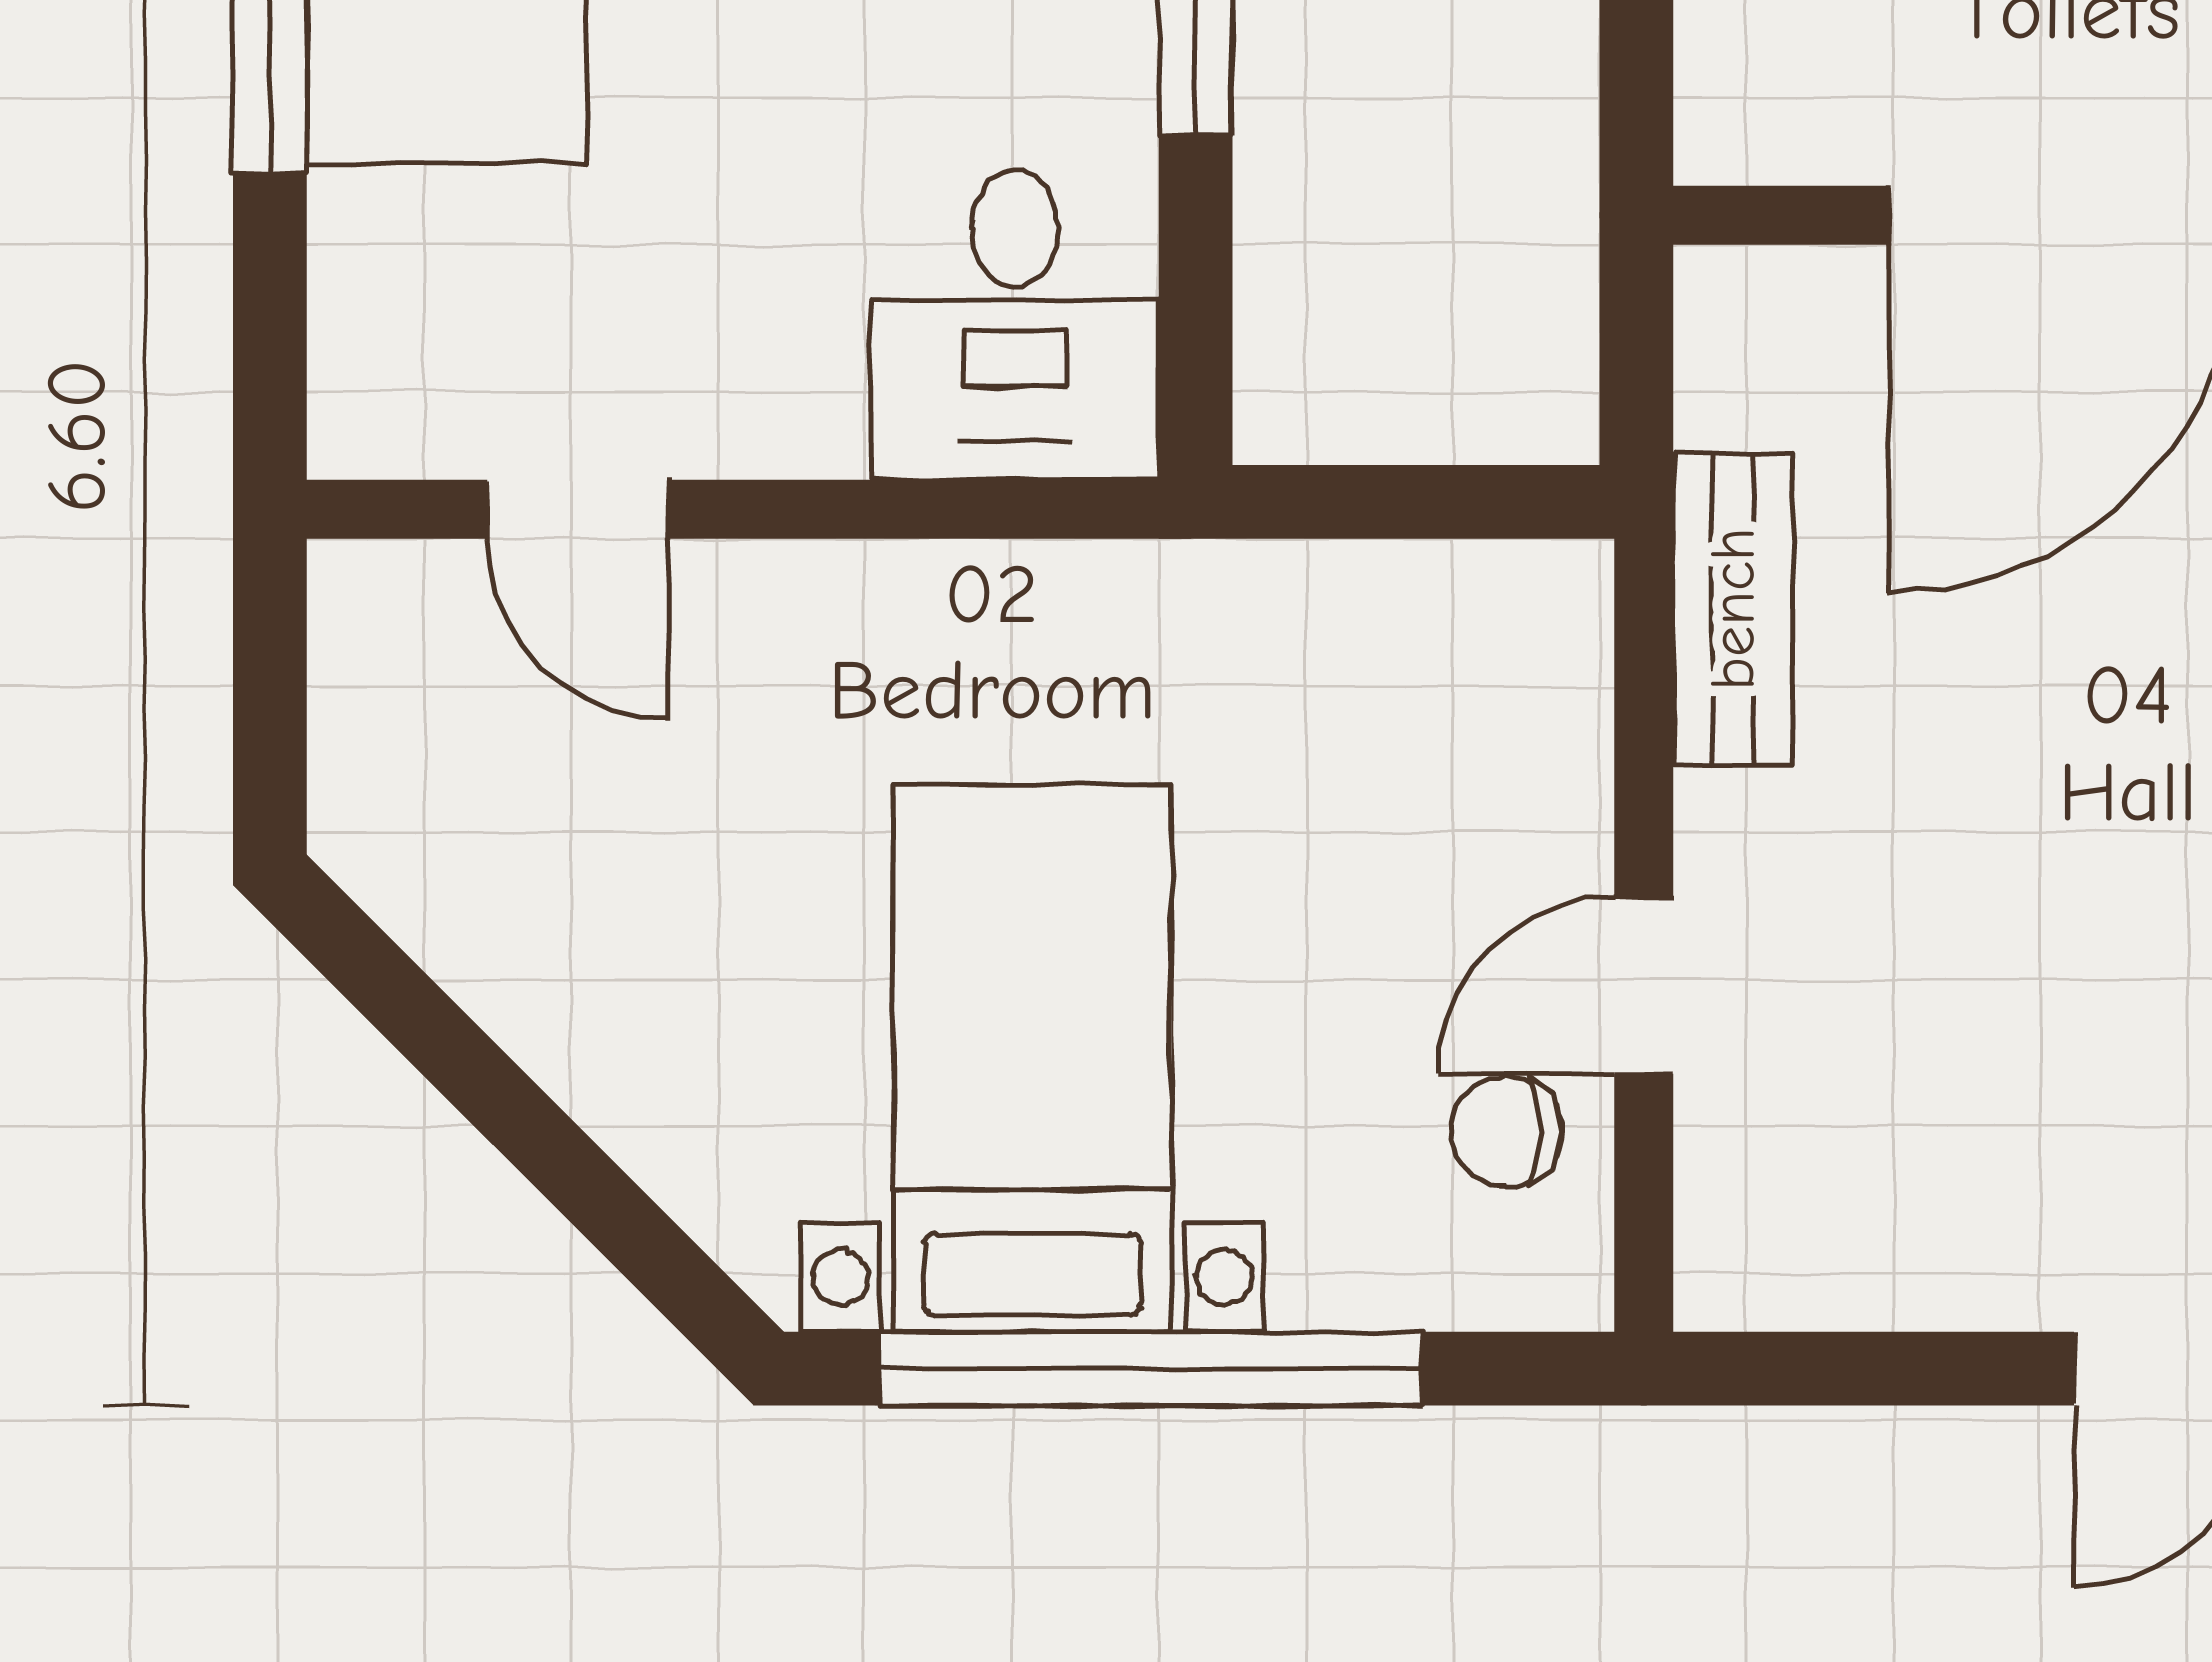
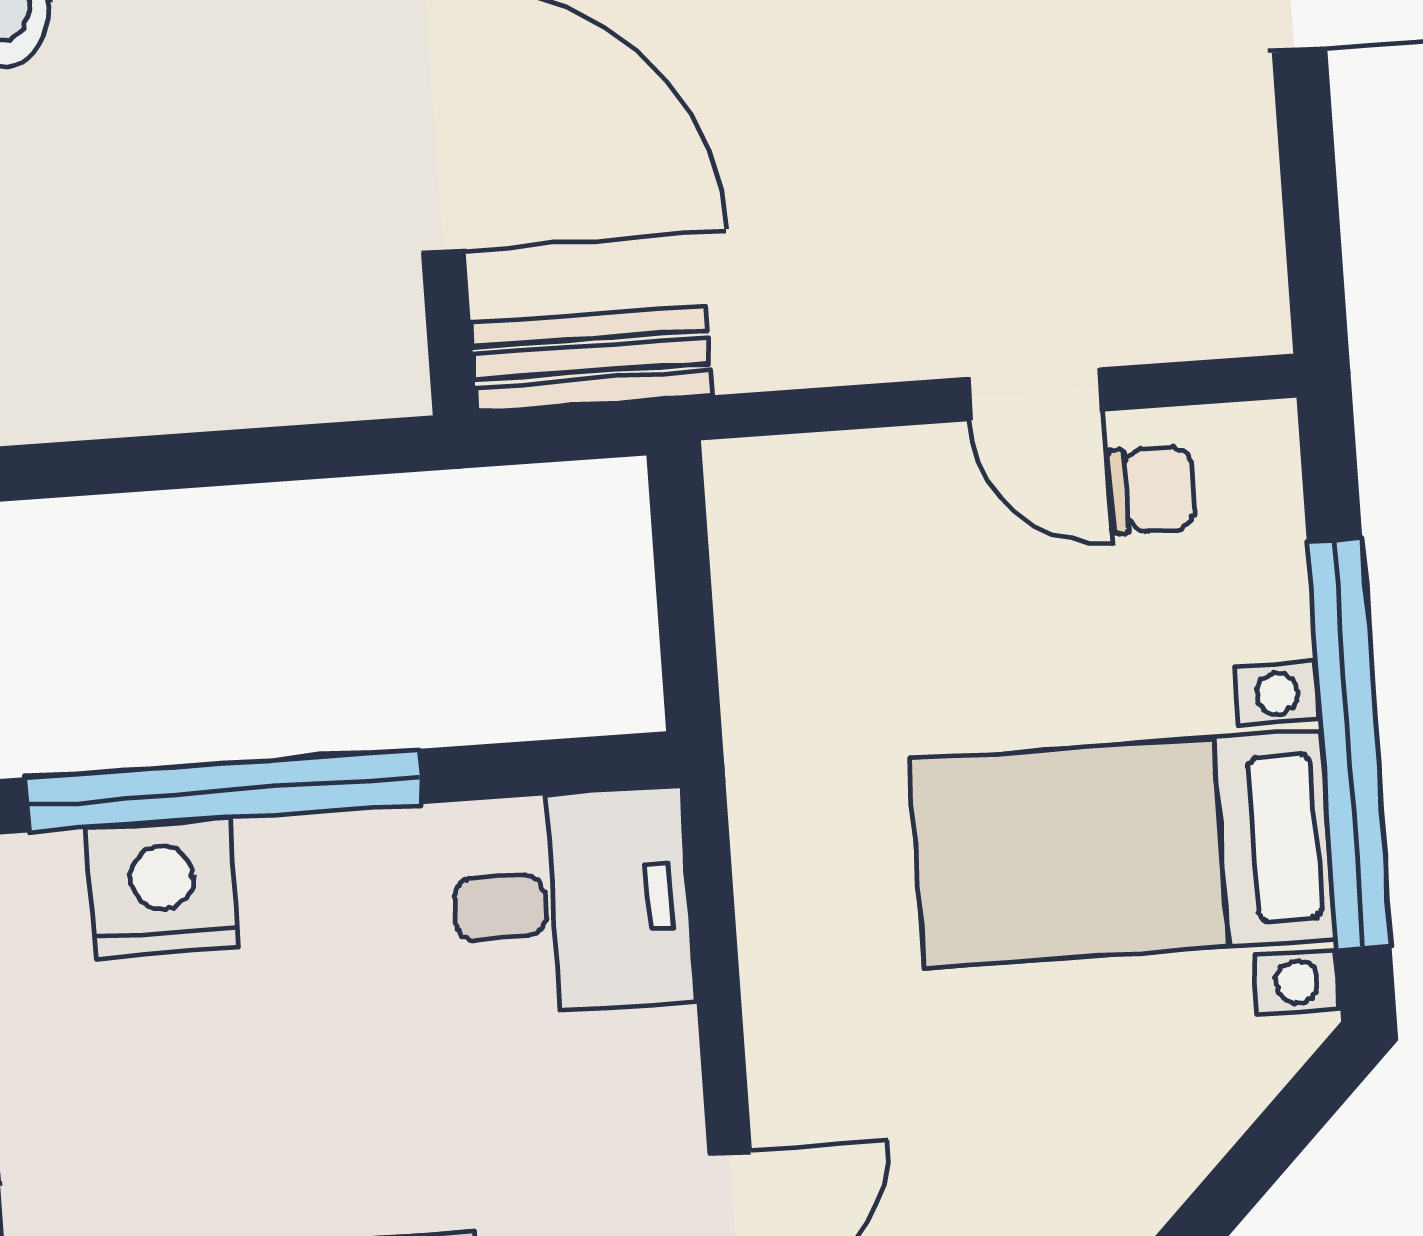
bench: (1733, 609) -> (591, 359), moved
chair: (1506, 1132) -> (1152, 489), turned -90

